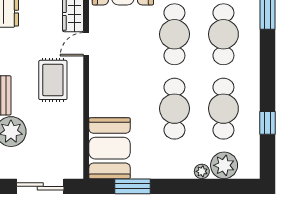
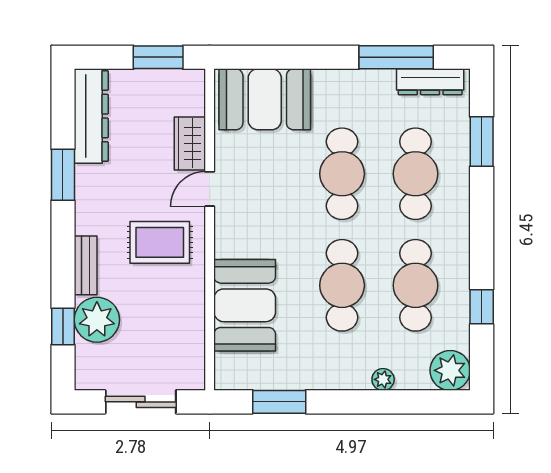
rug: (53, 80) -> (160, 242), turned 90
booth: (110, 148) -> (245, 305), moved
plant: (224, 165) -> (450, 370), moved

